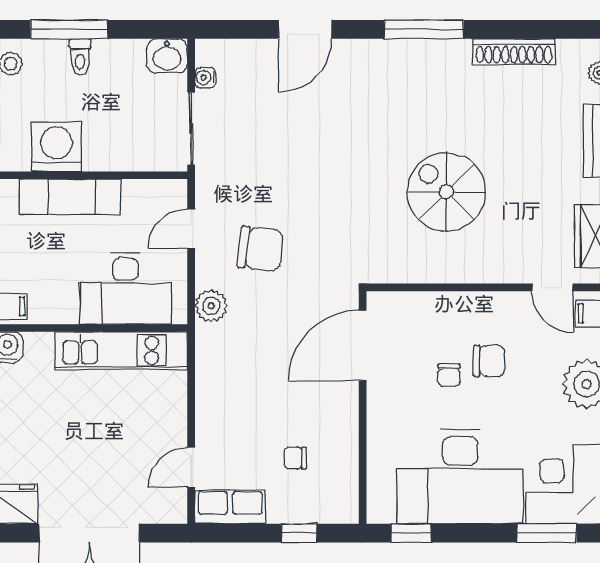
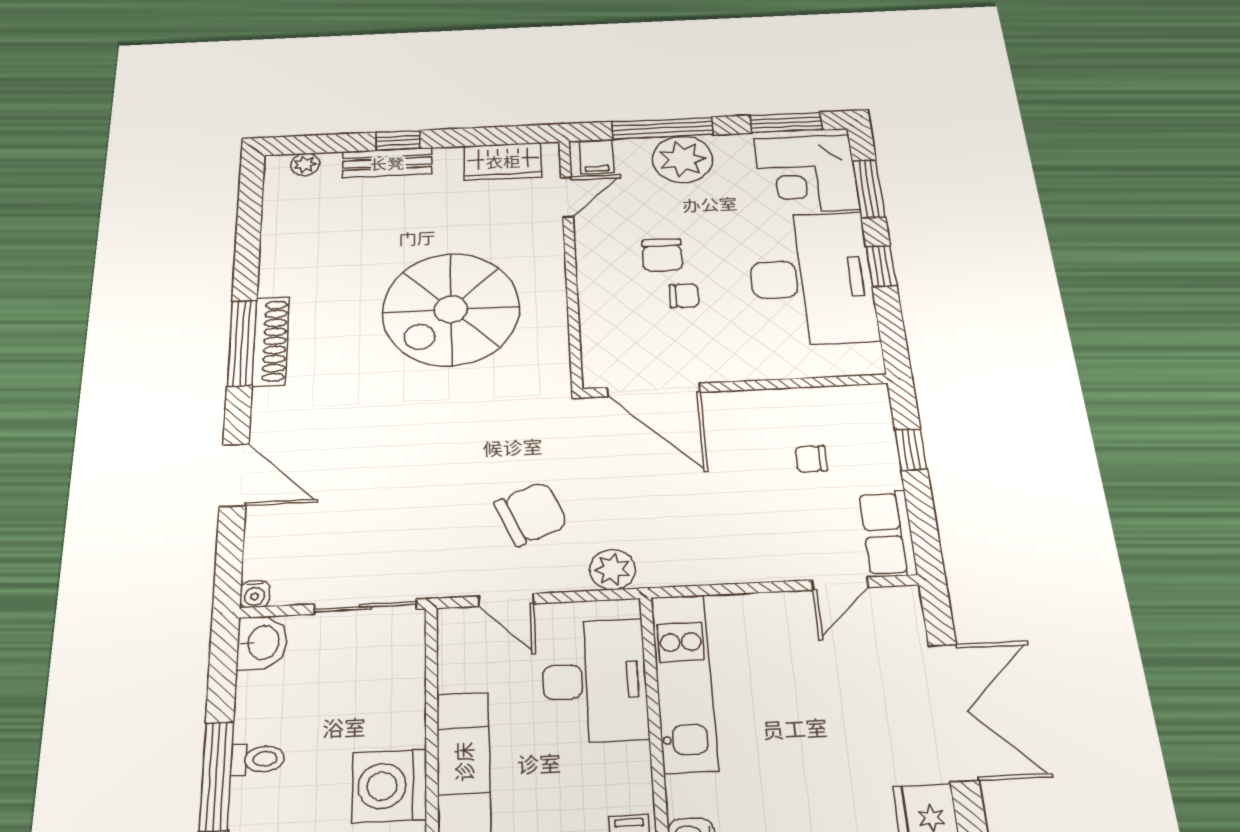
shoe rack: (514, 52) -> (271, 341), moved
water cooler: (205, 78) -> (255, 594), moved
spiral stairs: (446, 192) -> (451, 309), width x1.37, depth x1.37
chair: (260, 249) -> (531, 514), turned 60
chair: (489, 361) -> (662, 255), turned 180
chair: (295, 458) -> (811, 459), turned 90
door: (191, 467) -> (840, 584), hinge flipped
window: (411, 533) -> (881, 266), moved

